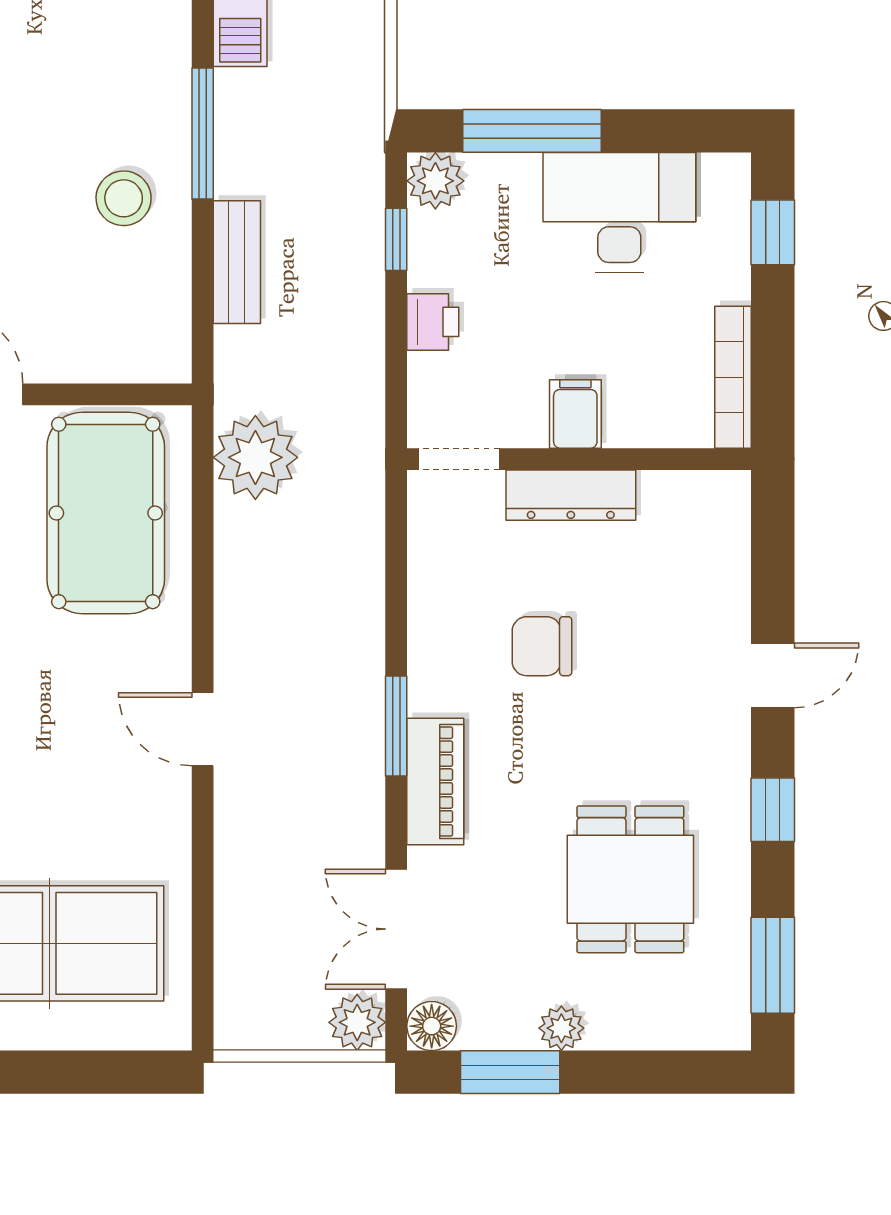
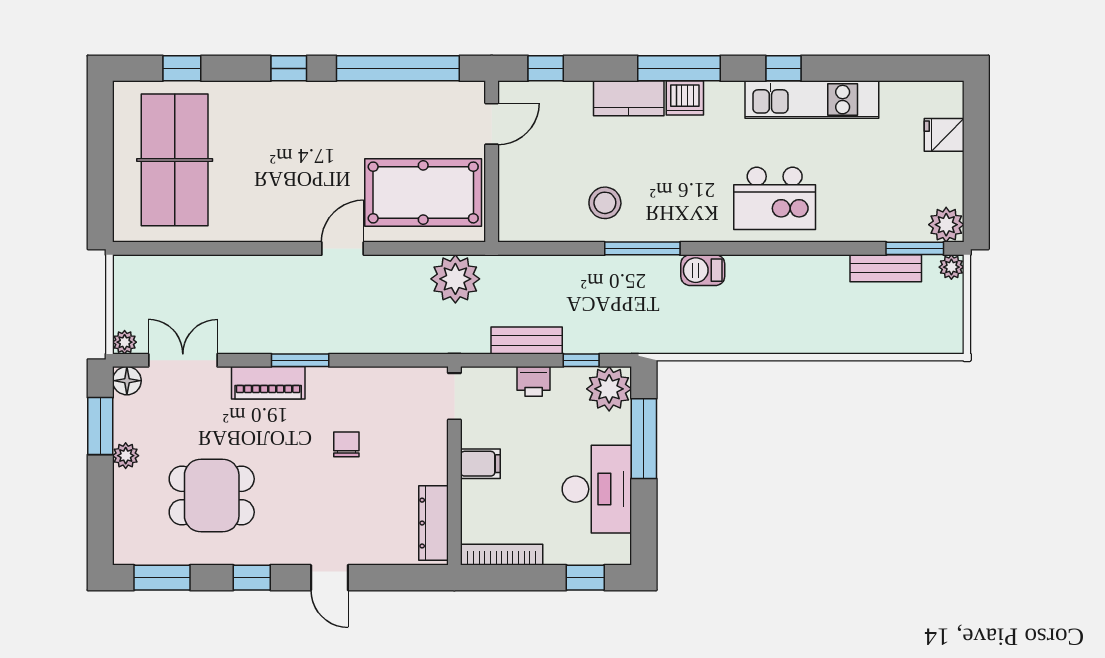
plant: (435, 181) -> (609, 389), width x1.36, depth x1.36
bench: (237, 262) -> (527, 340), moved
dresser: (571, 495) -> (434, 523), moved
chair: (542, 646) -> (346, 444), width x0.73, depth x0.73
door: (203, 729) -> (343, 248), moved
plant: (357, 1022) -> (125, 342), width x0.73, depth x0.73

